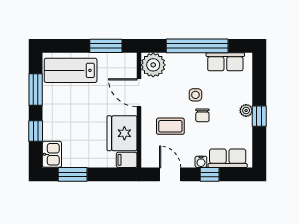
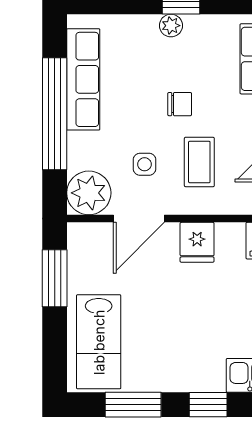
row of seats: (225, 62) -> (83, 79), width x1.48
side table: (195, 95) -> (145, 164), moved
fridge: (122, 133) -> (197, 242), width x0.53, depth x0.75

